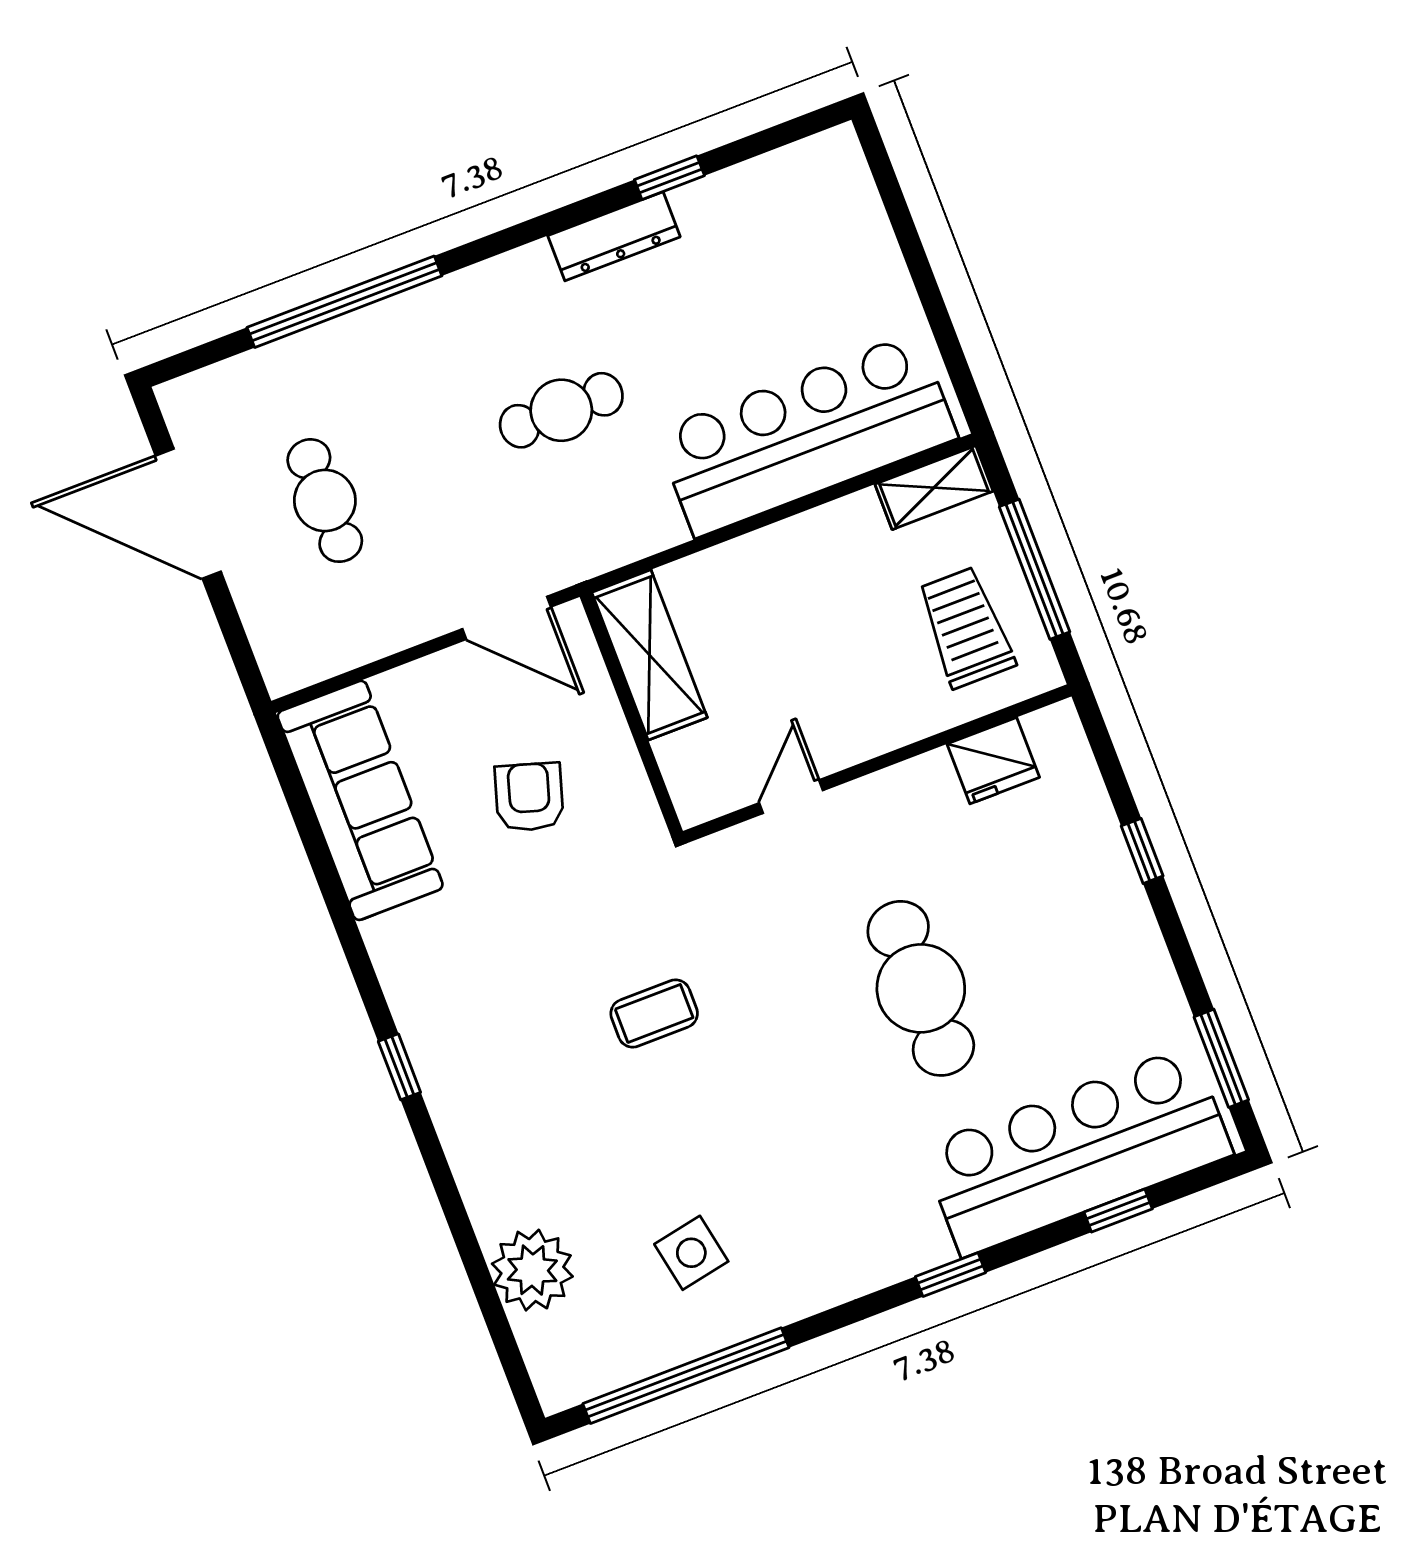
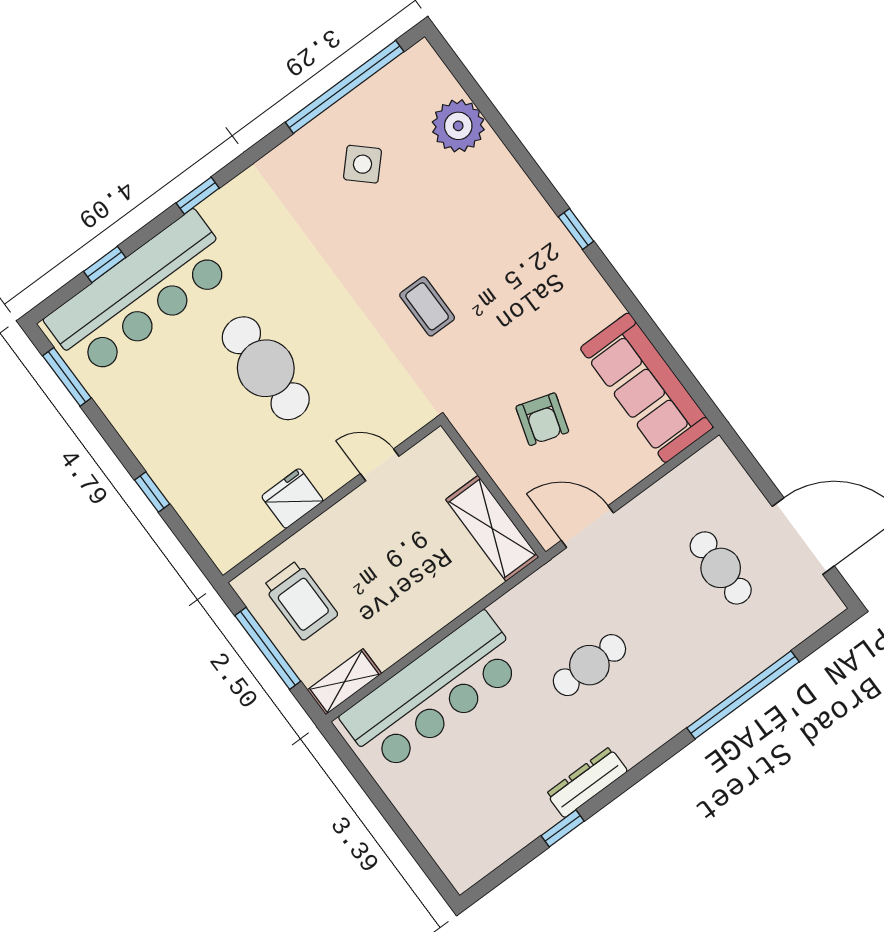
fridge: (993, 761) -> (292, 498), moved
door: (791, 797) -> (380, 465), swing flipped
coffee table: (654, 1013) -> (427, 306), turned 90
side table: (691, 1253) -> (362, 164), turned -36

